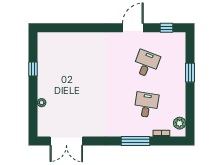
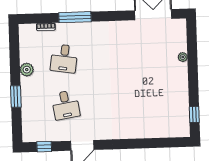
desk: (146, 64) -> (66, 105), turned -30
window: (33, 69) -> (194, 114), moved
plant: (180, 123) -> (27, 70), moved

